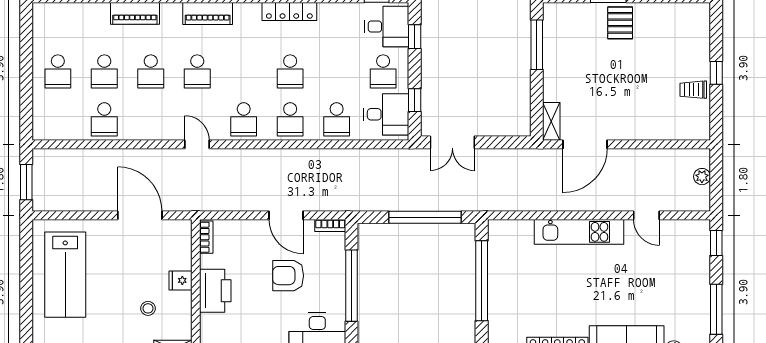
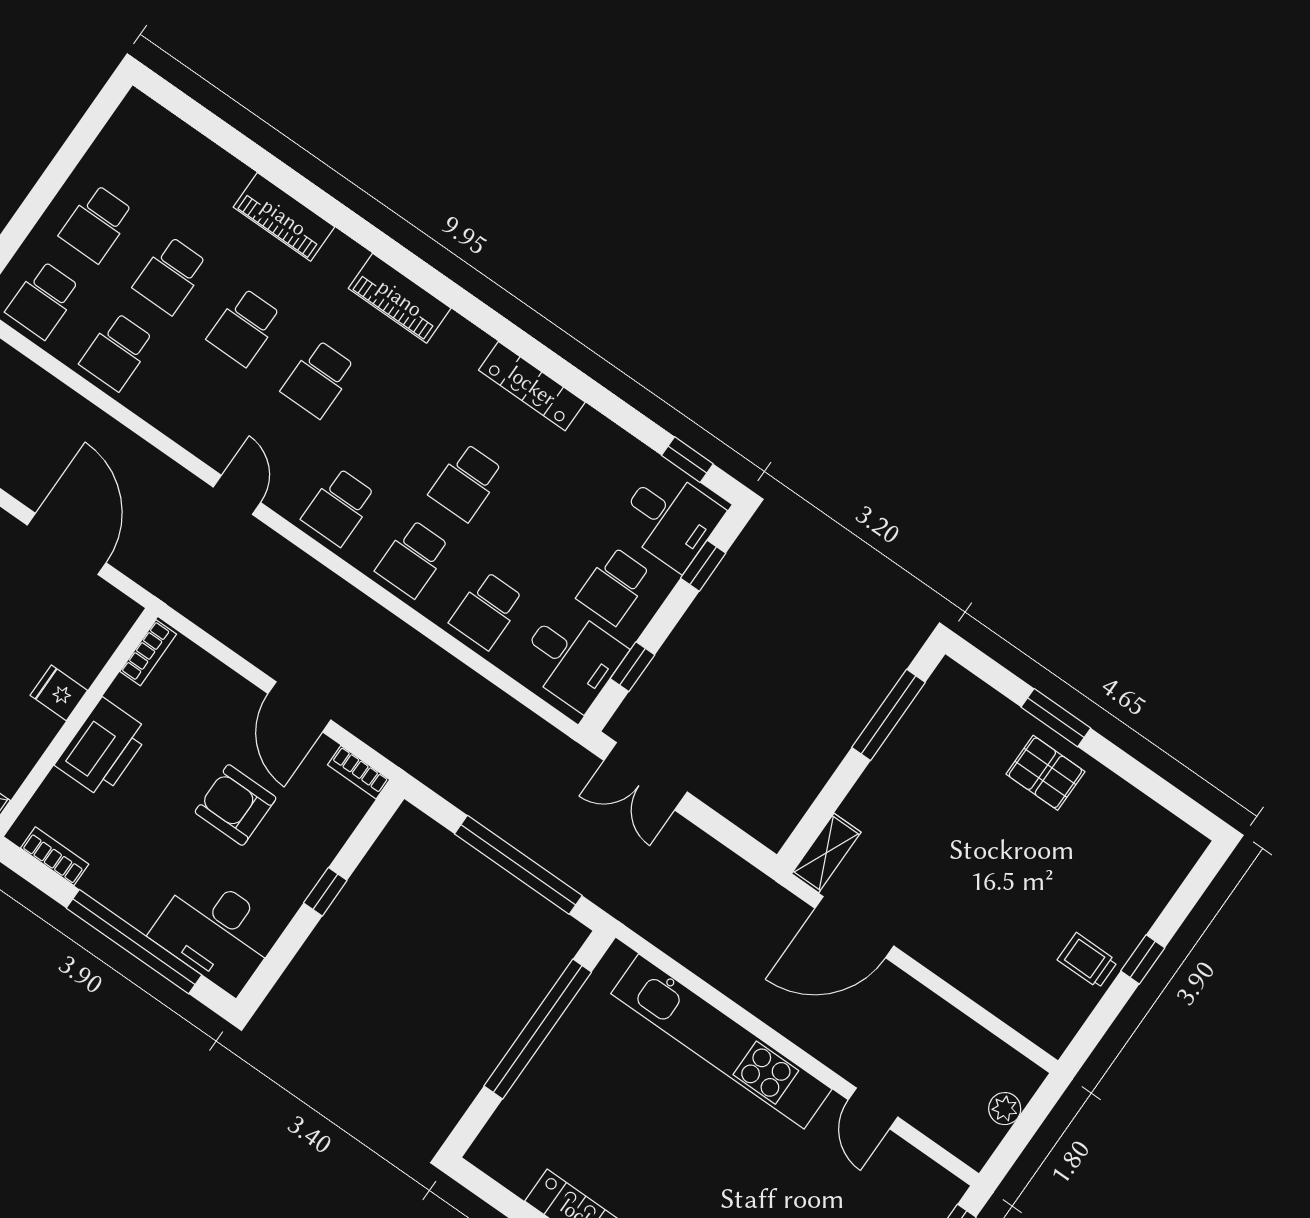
pallet: (620, 23) -> (1045, 773), turned 90
school desk: (58, 119) -> (43, 300), added
kitchen unit: (579, 232) -> (721, 1041), width x1.36
window: (352, 286) -> (325, 892), width x0.32

